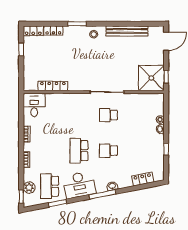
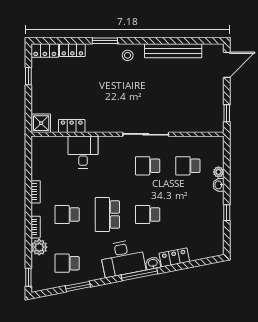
shower: (151, 78) -> (41, 123), moved, width x0.54, depth x0.54
locker: (53, 86) -> (72, 126), width x0.66
desk: (34, 105) -> (83, 152), moved
school desk: (138, 115) -> (188, 166), added
school desk: (50, 151) -> (67, 215), added
locker: (143, 179) -> (174, 257), moved
desk: (79, 185) -> (123, 258), moved
school desk: (50, 186) -> (67, 263), width x0.54
plant: (29, 188) -> (39, 247), moved

